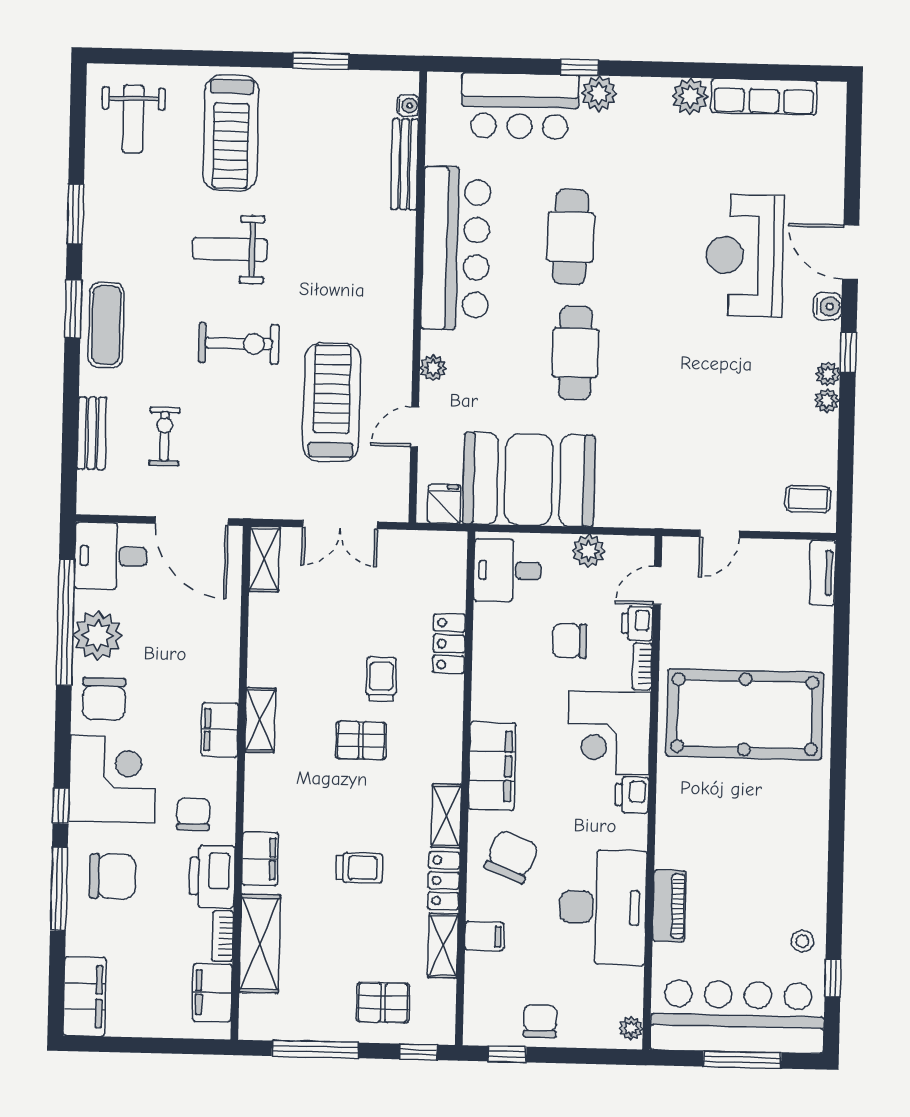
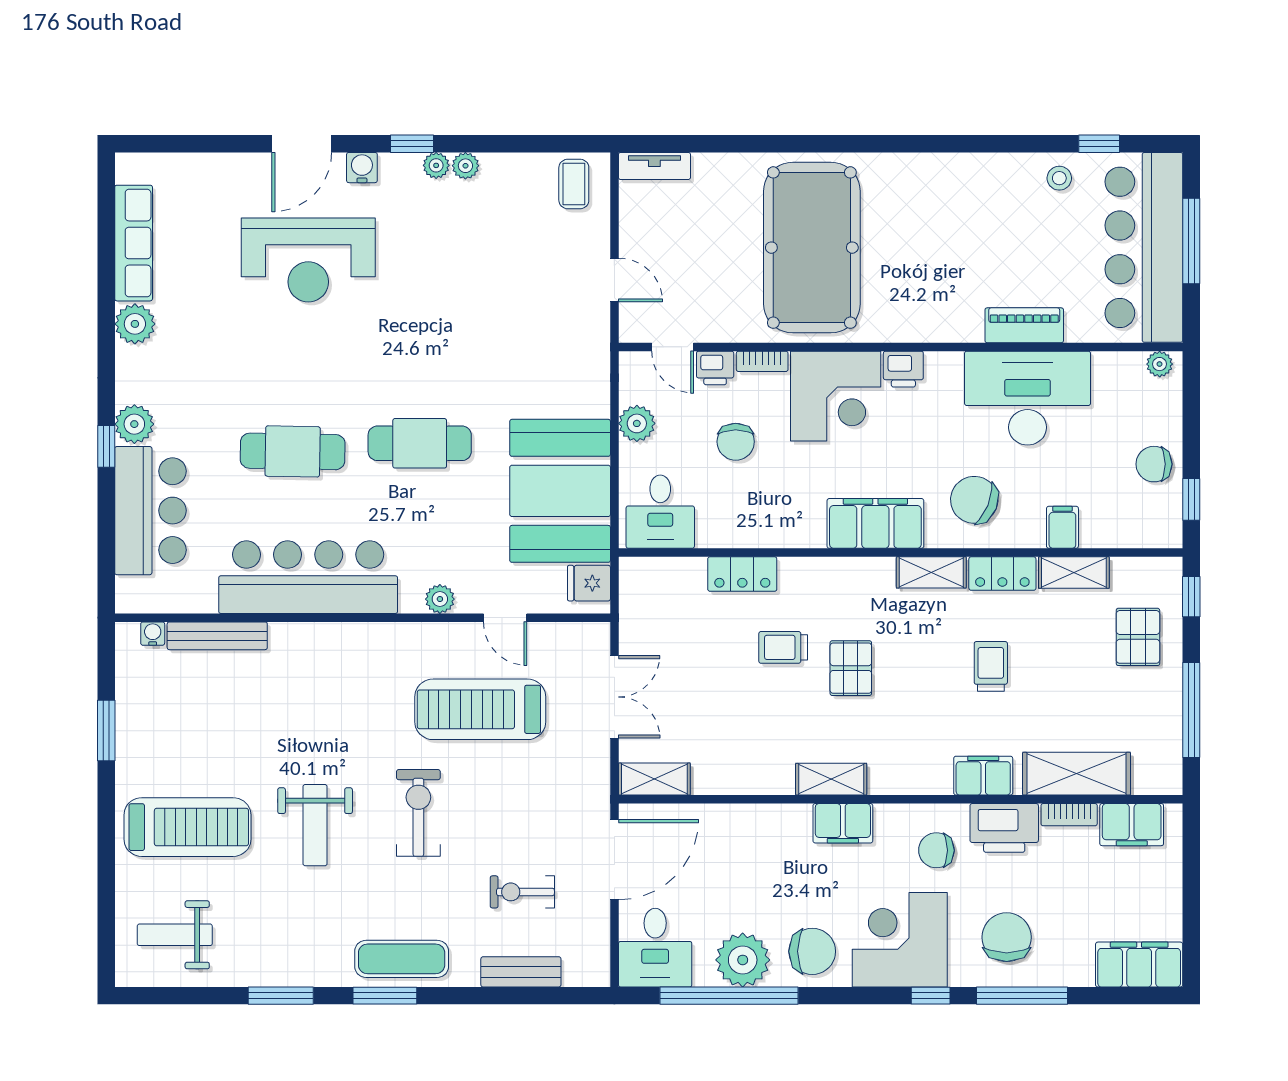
weight bench: (133, 119) -> (175, 935), turned 180

